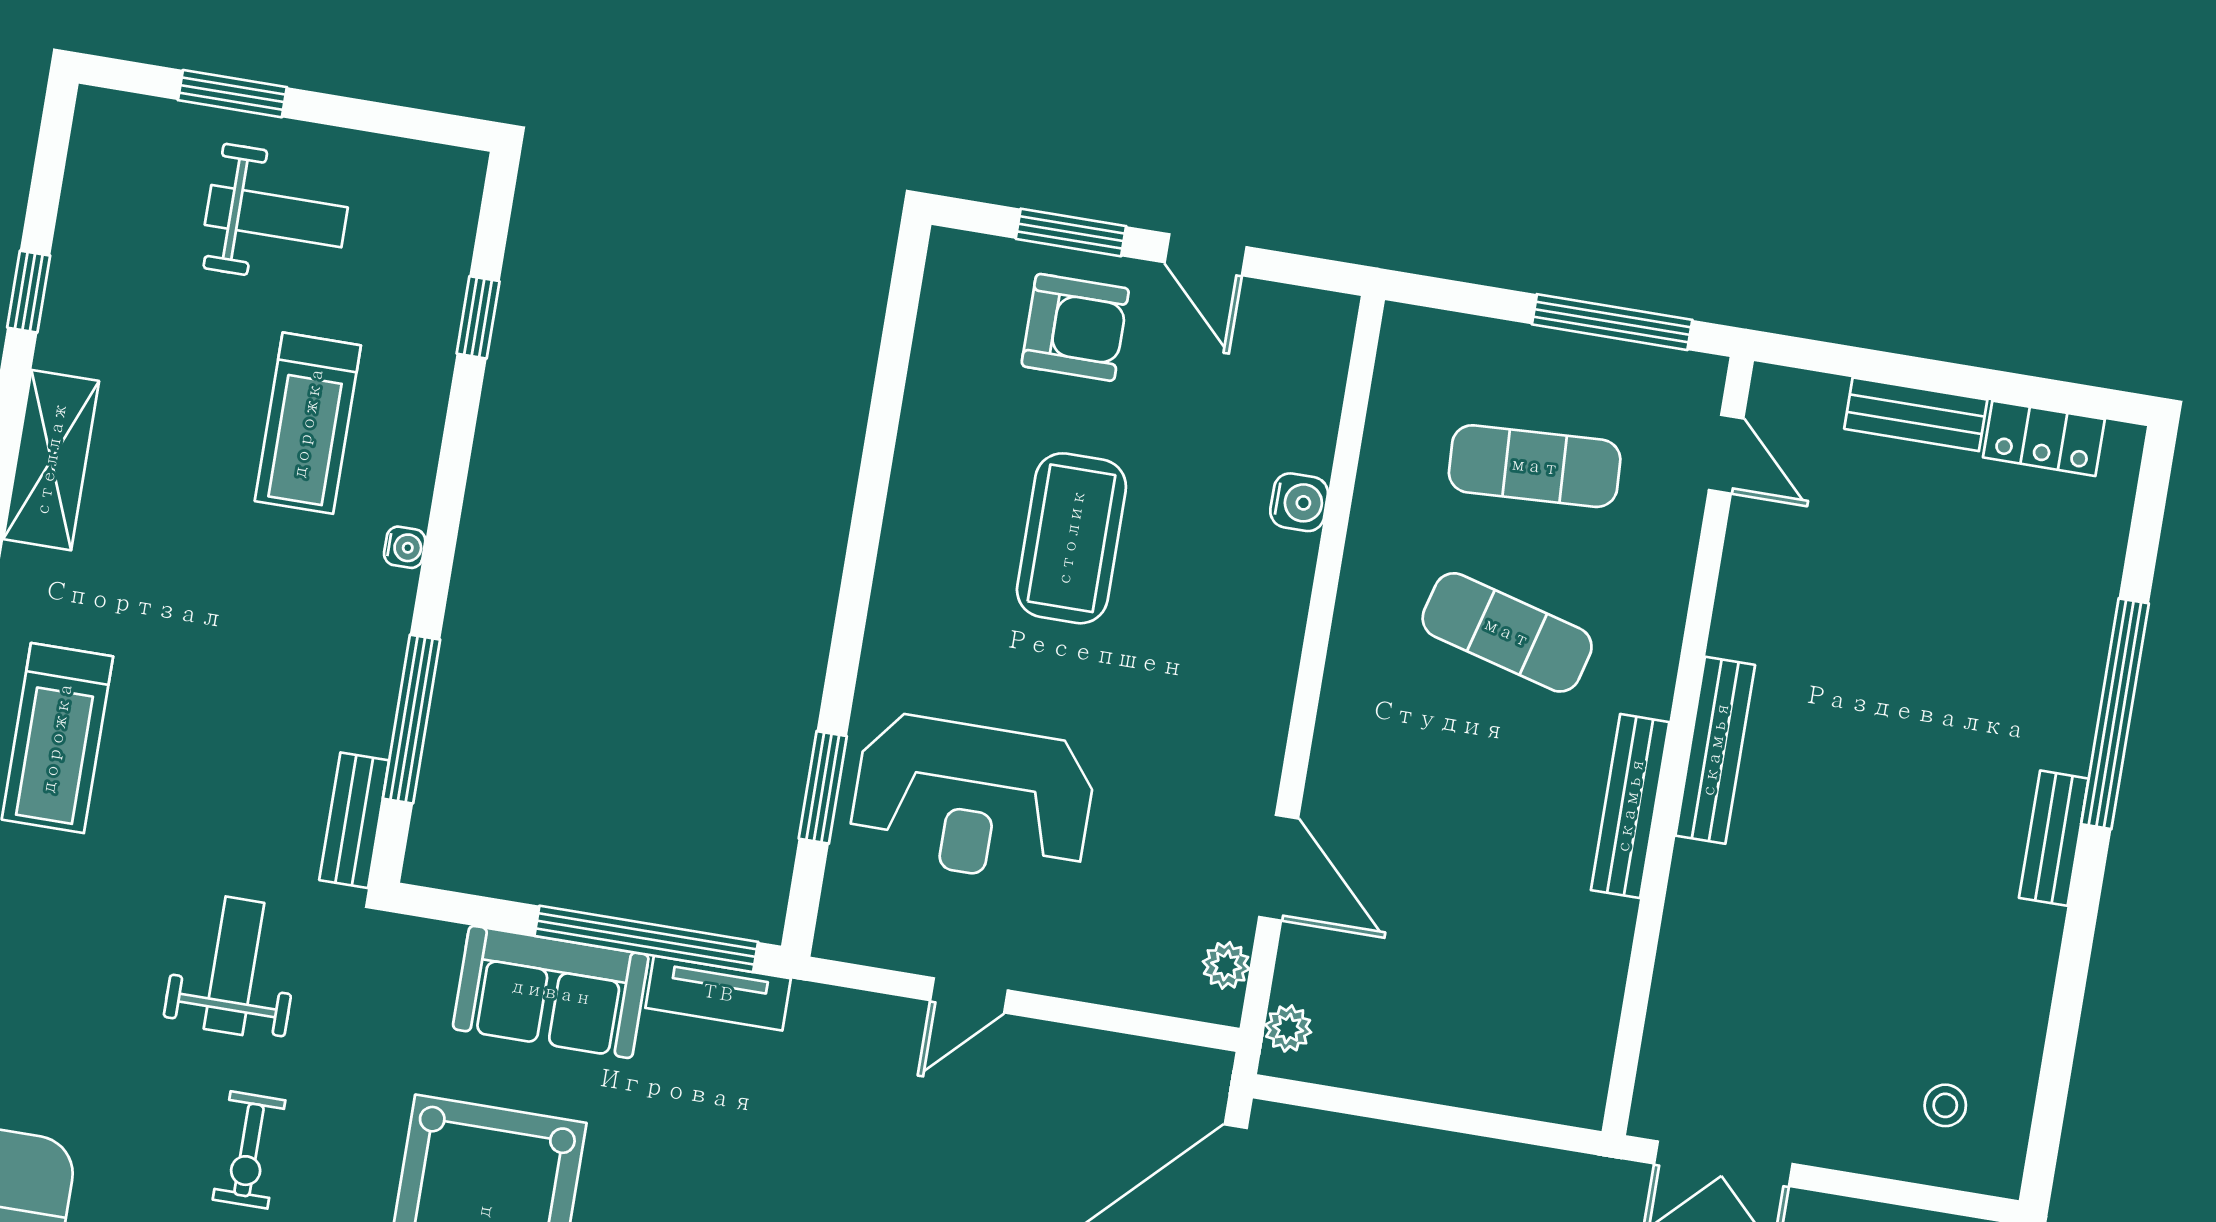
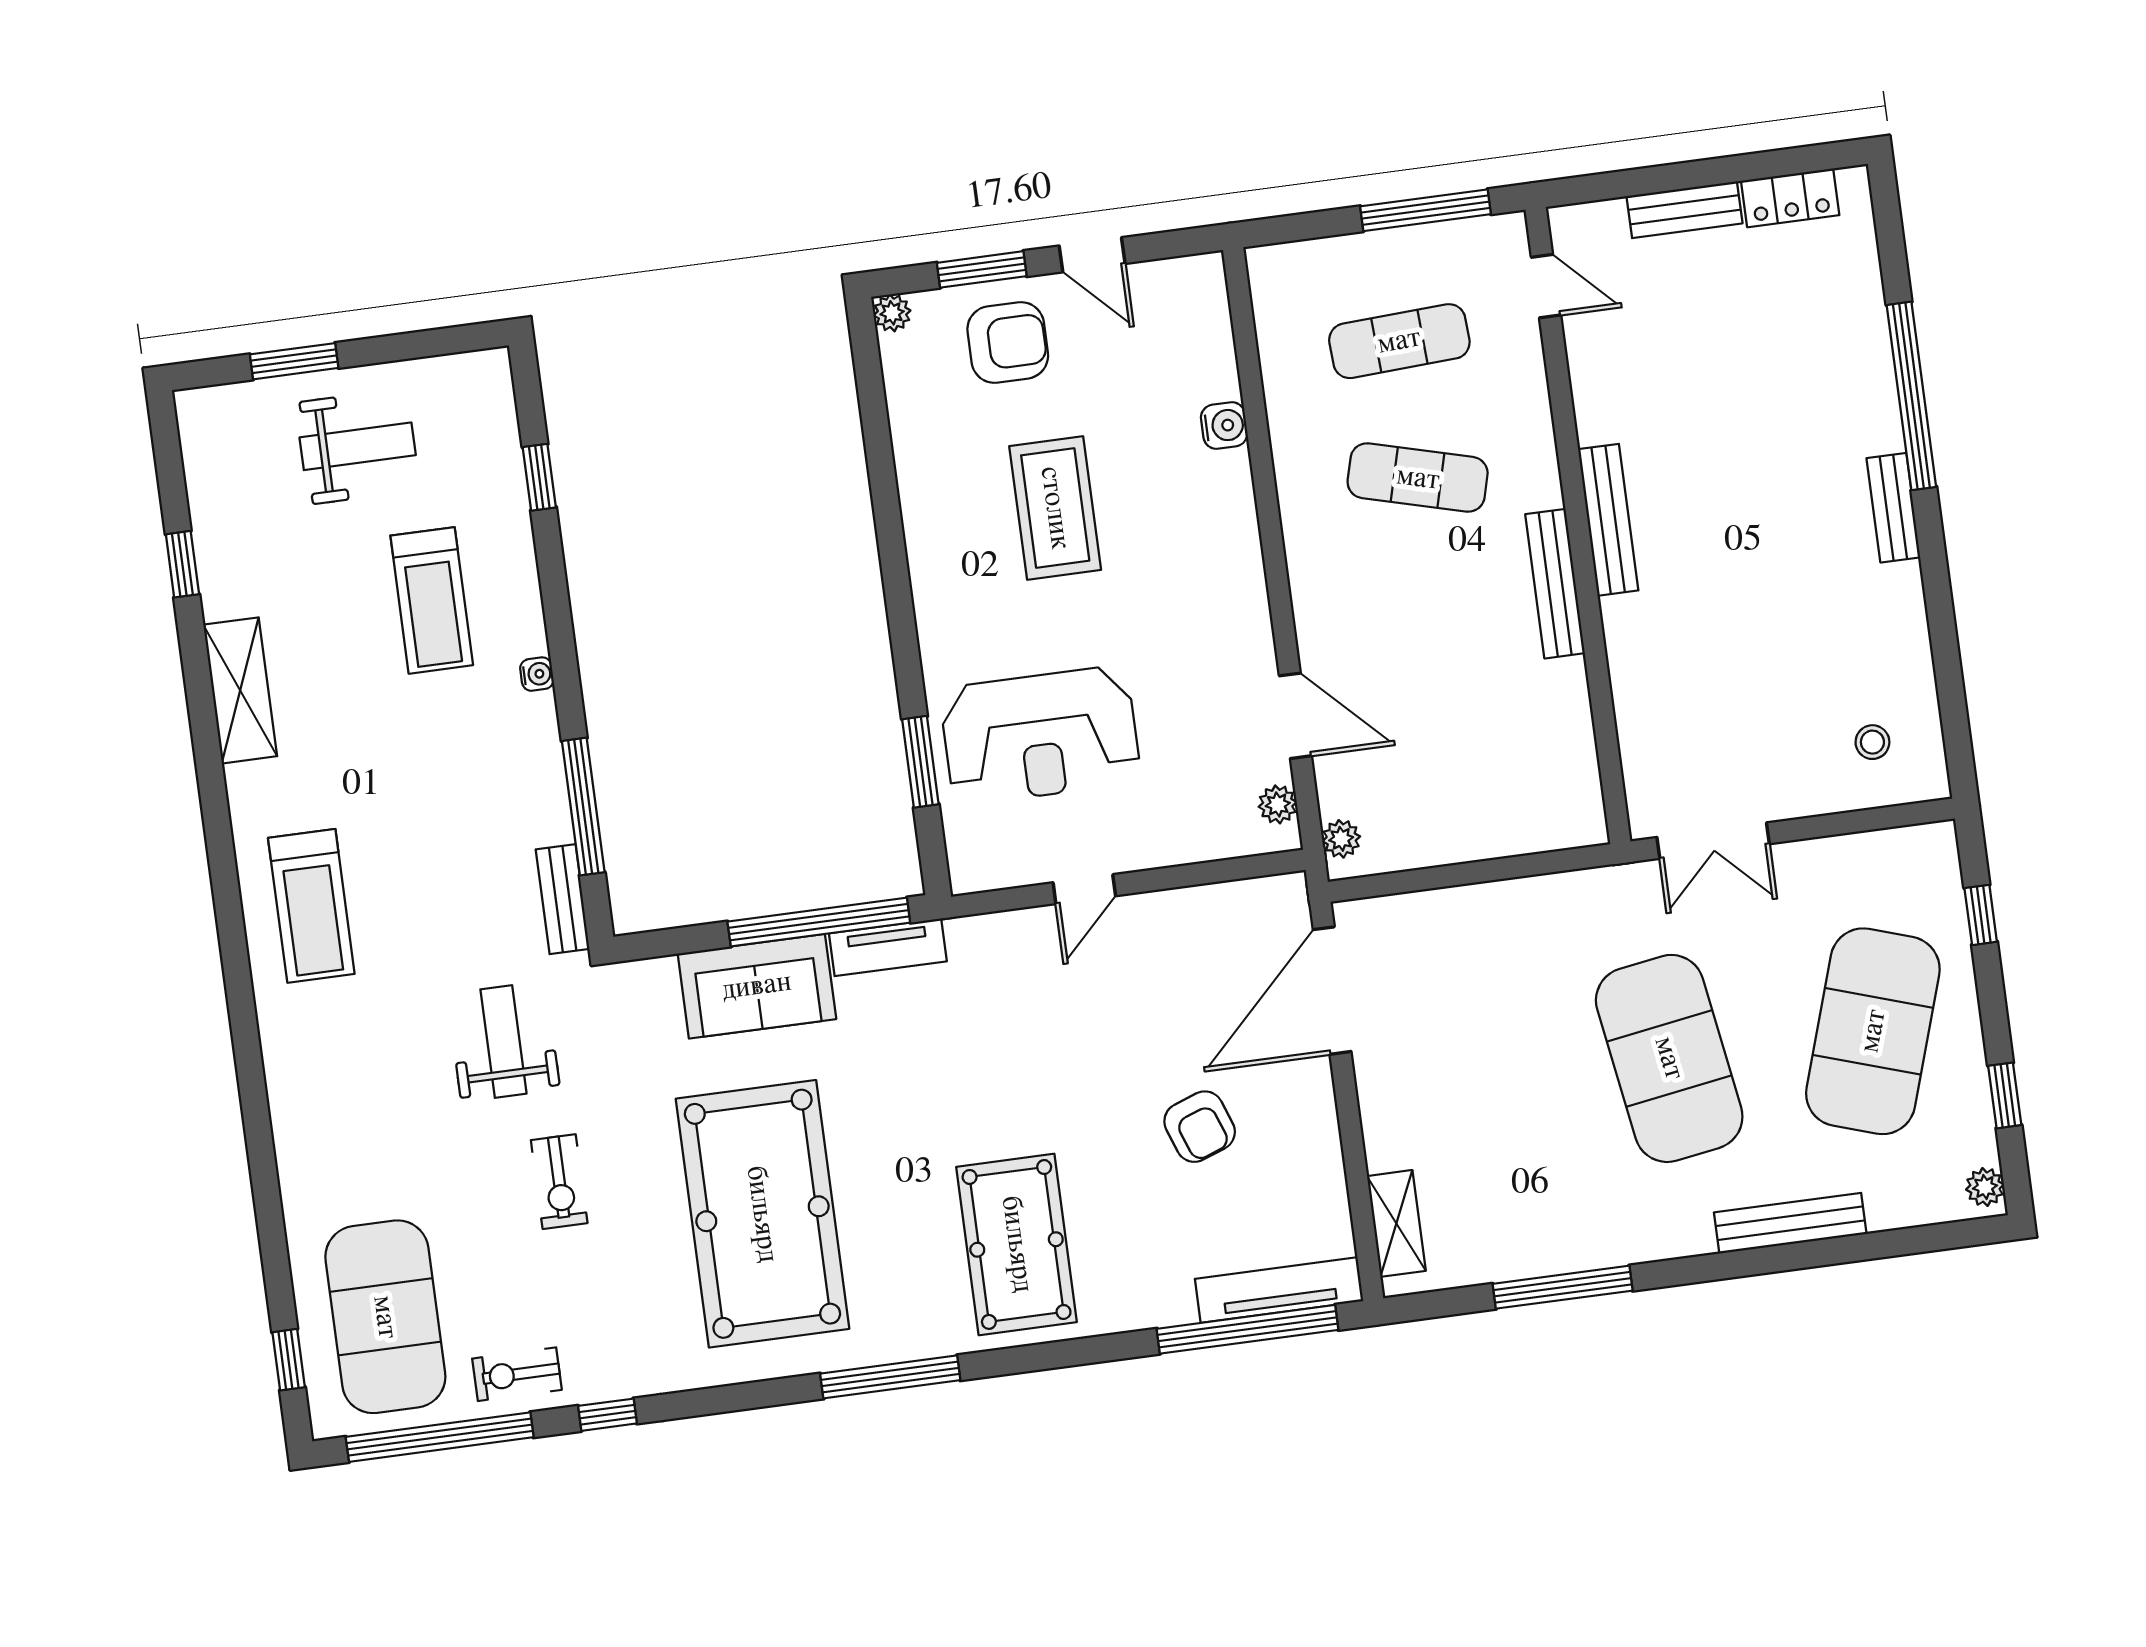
plant: (950, 251) -> (892, 313), added

